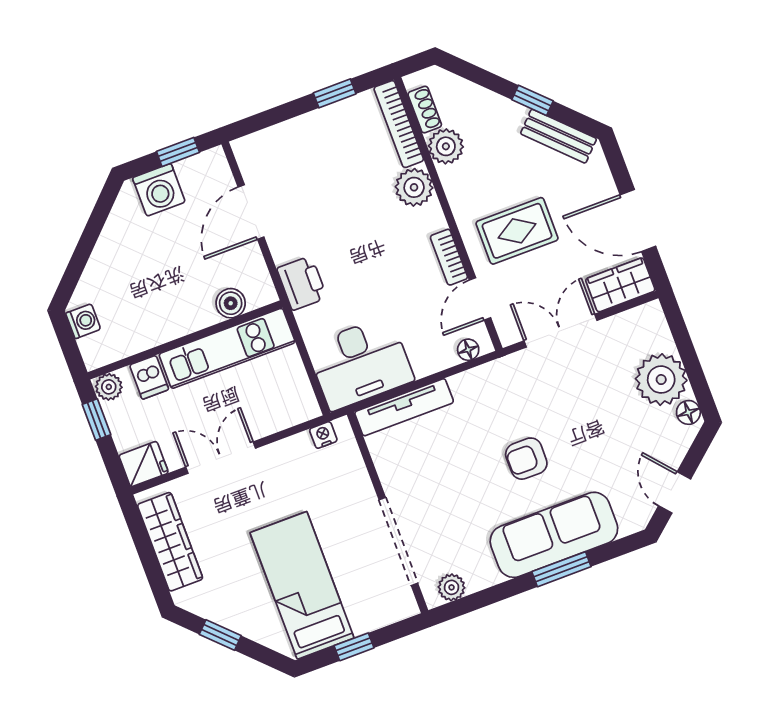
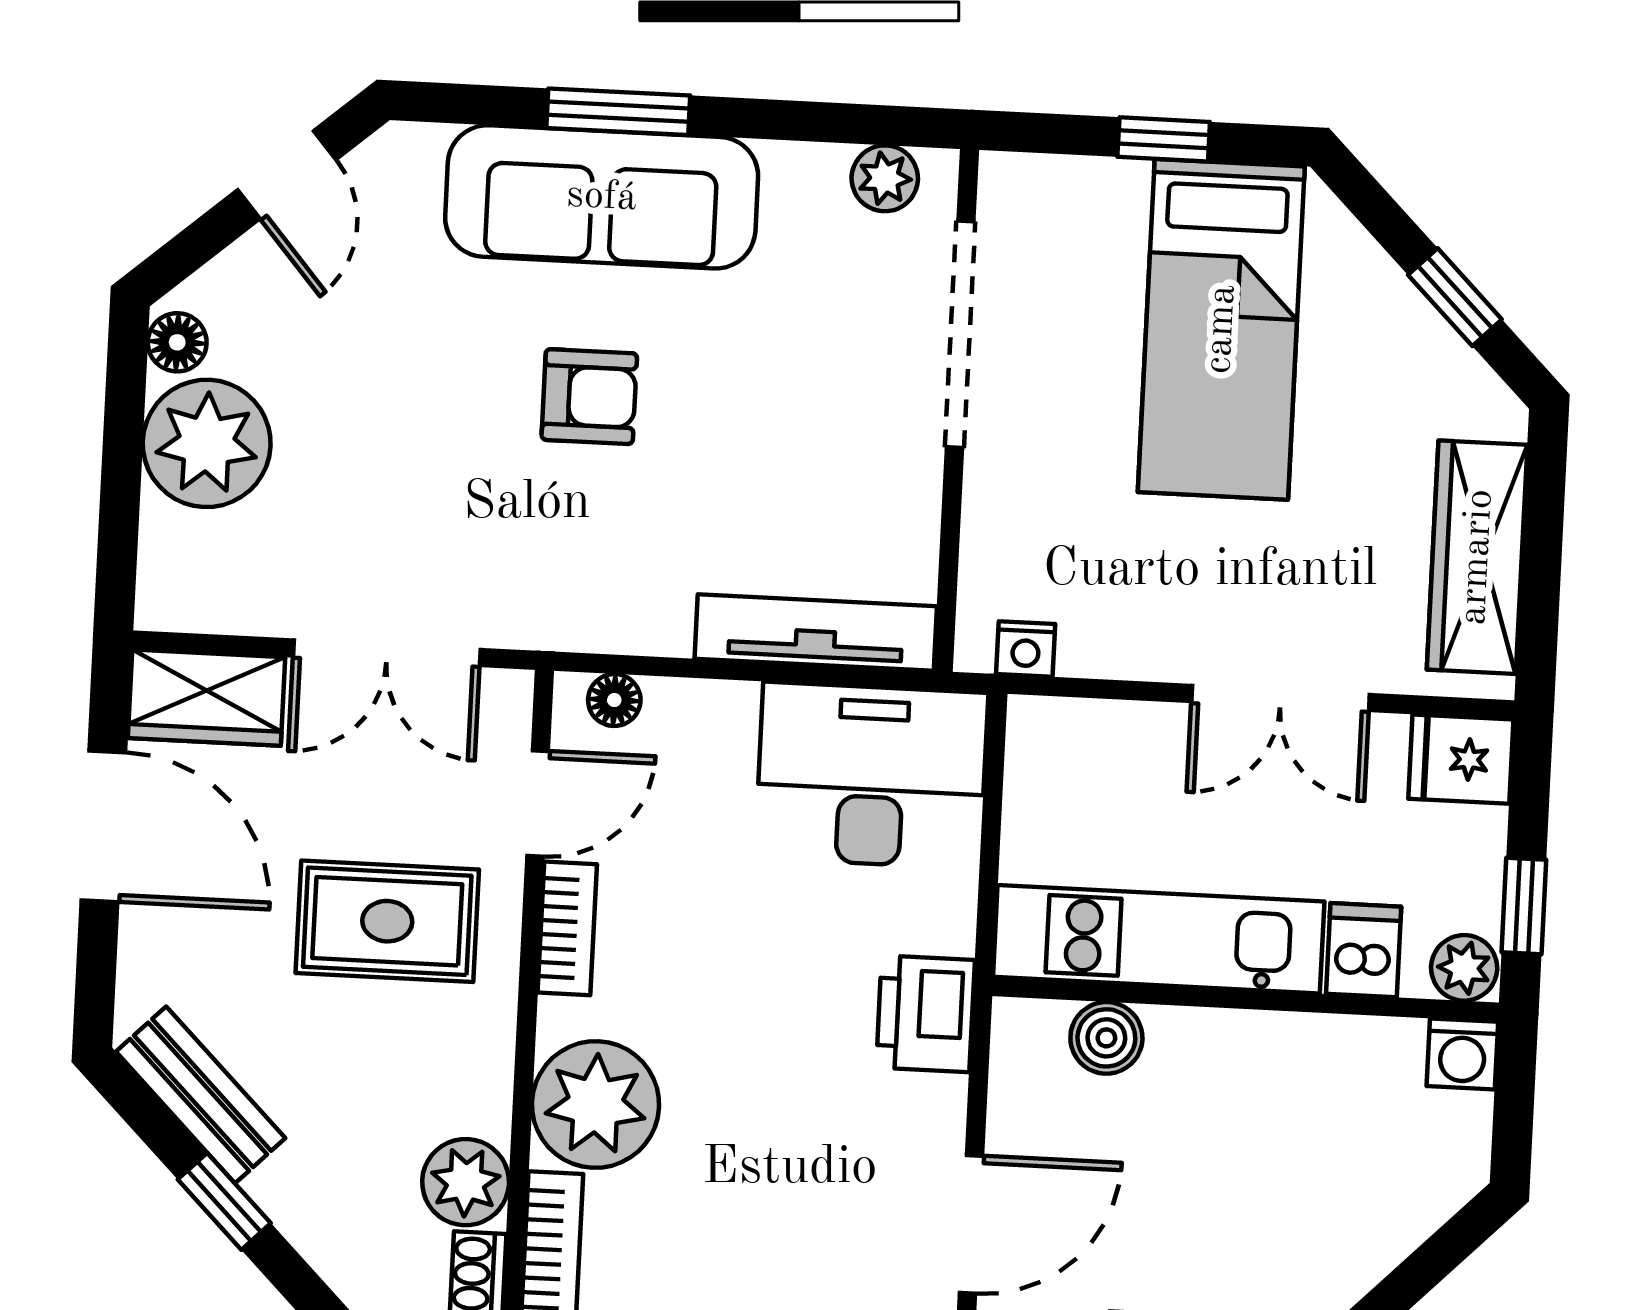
plant: (414, 187) -> (596, 1105), width x1.36, depth x1.36
washing machine: (83, 321) -> (1462, 1054), moved, turned -90

